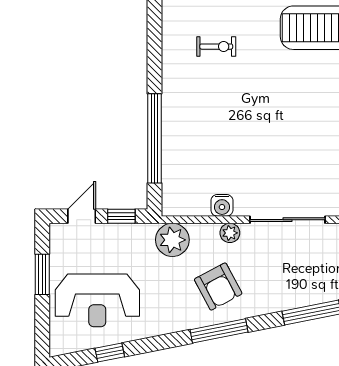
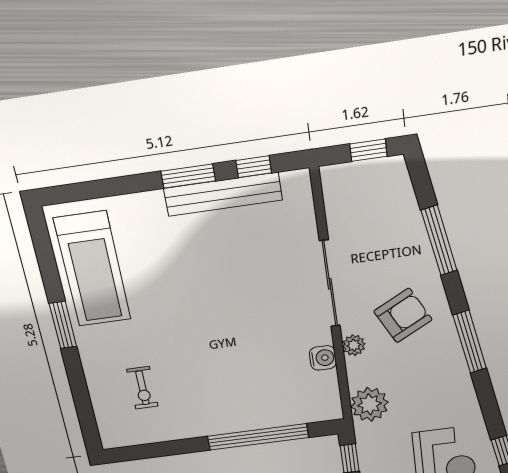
exercise bike: (216, 47) -> (142, 388), turned 180
armchair: (218, 287) -> (403, 316), moved

